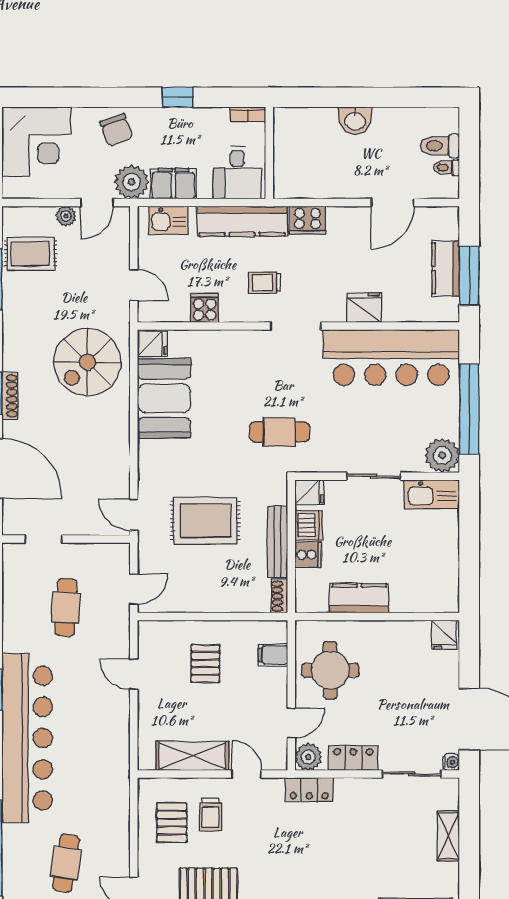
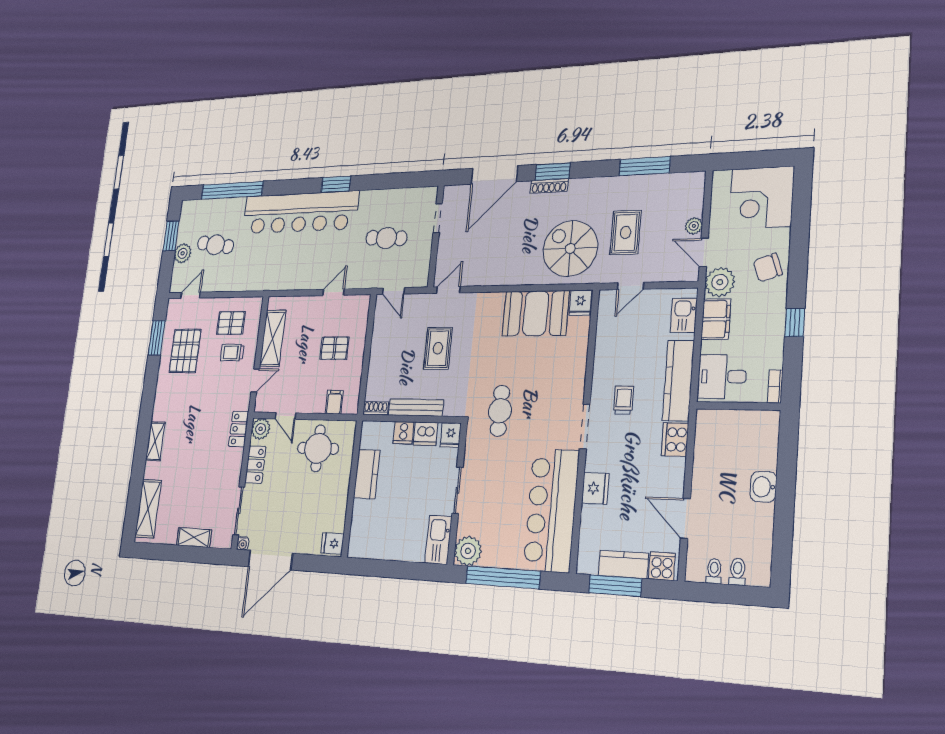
toilet: (440, 146) -> (737, 572), width x0.73, depth x0.72
rug: (30, 254) -> (626, 232), moved
cooker: (205, 308) -> (662, 566), moved, turned -90
rug: (205, 520) -> (438, 348), width x0.73, depth x0.70

